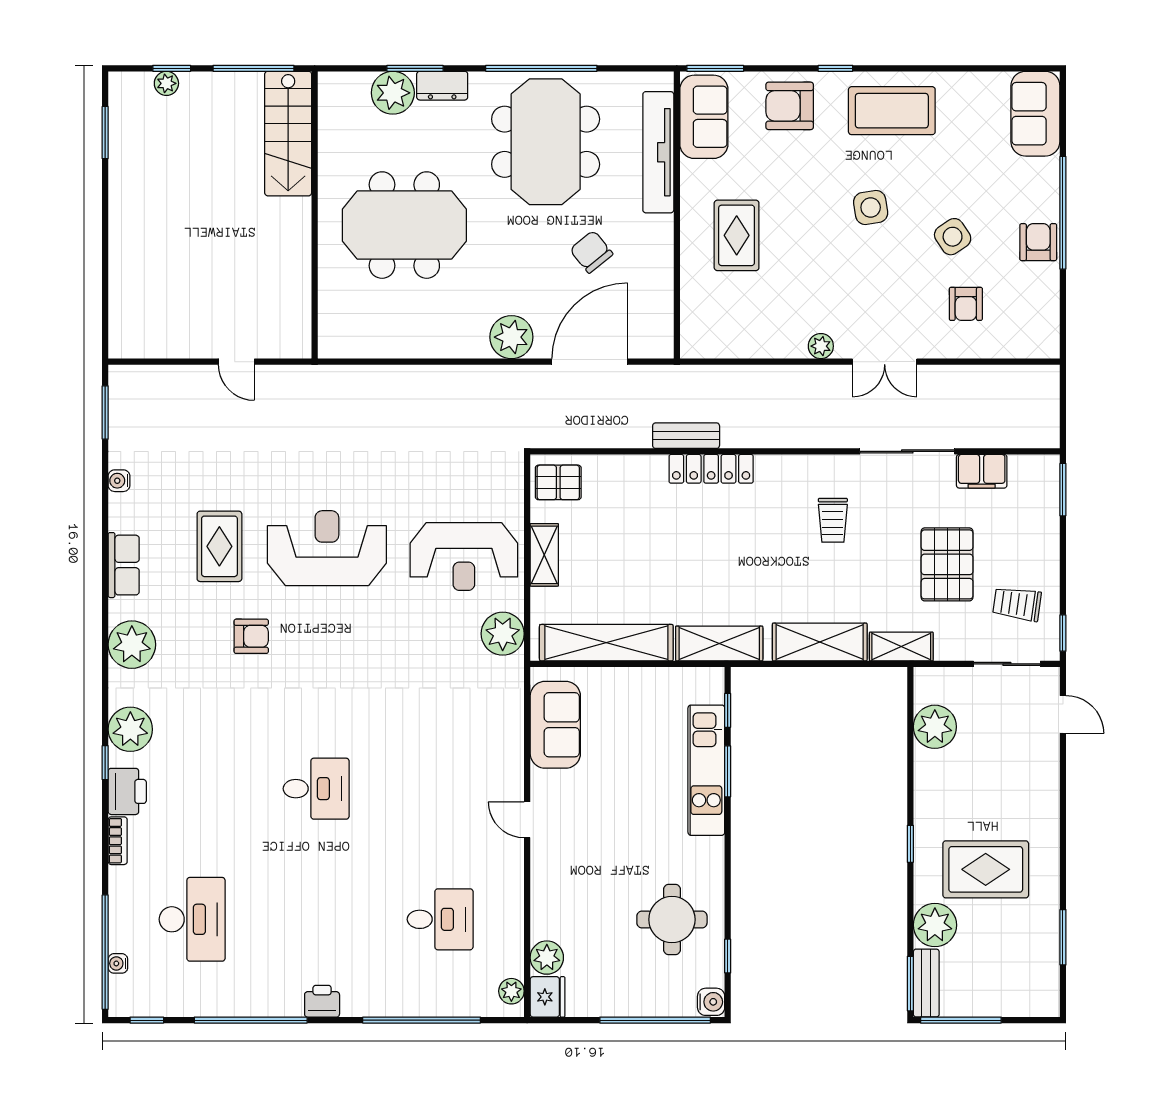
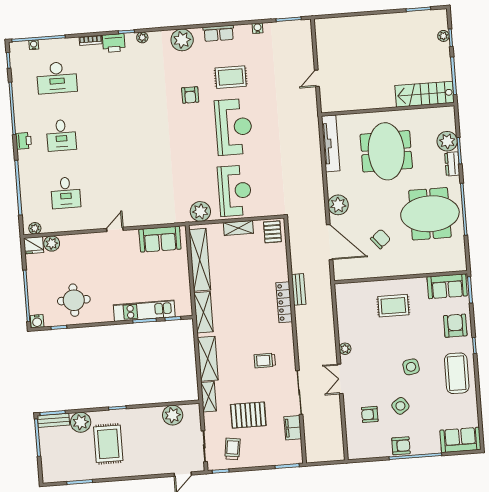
tv unit: (658, 152) -> (331, 143), moved, turned 90
reception desk: (464, 557) -> (235, 191), turned 180
plant: (130, 729) -> (142, 37), width x0.53, depth x0.53
desk: (316, 789) -> (61, 135), moved

